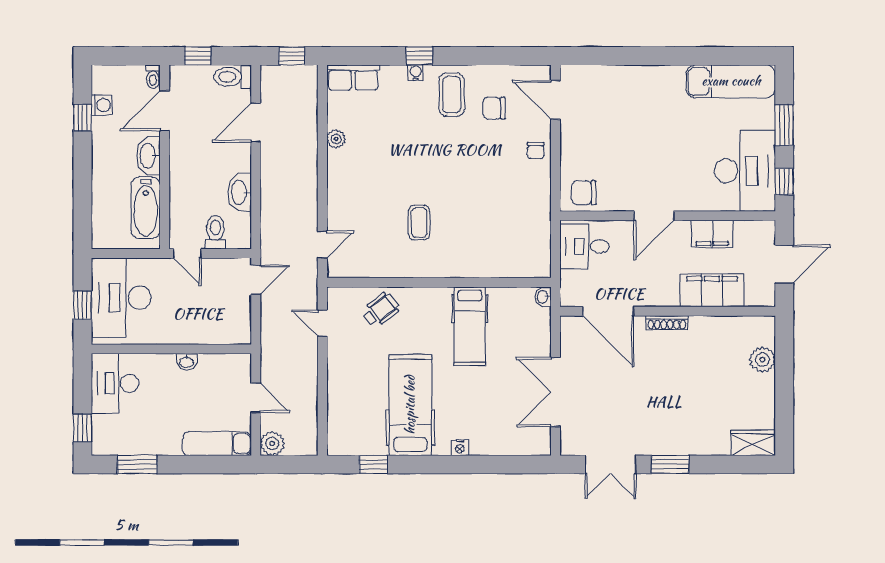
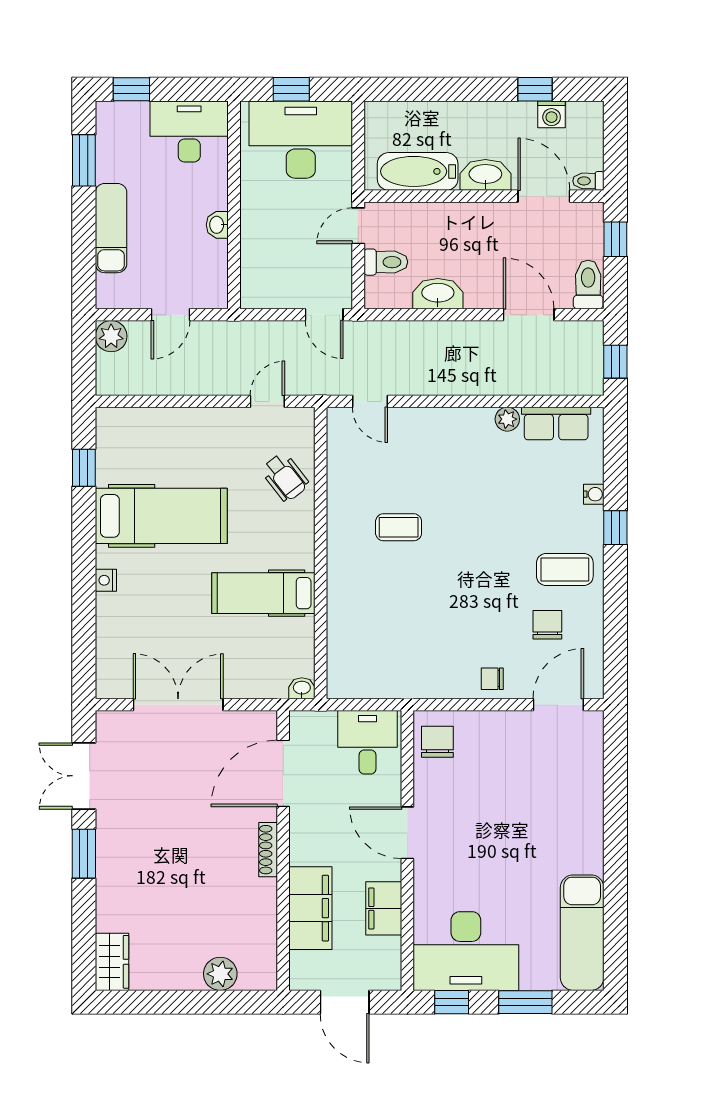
water cooler: (416, 73) -> (594, 494), moved
row of seats: (353, 77) -> (556, 424), moved, turned -90
exam couch: (217, 444) -> (111, 228), moved

